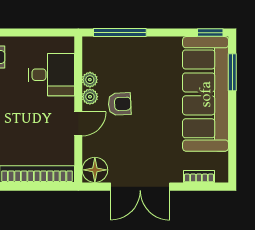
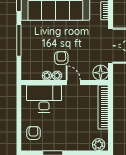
window: (120, 33) -> (19, 40), moved
desk: (51, 75) -> (44, 99), width x1.37

